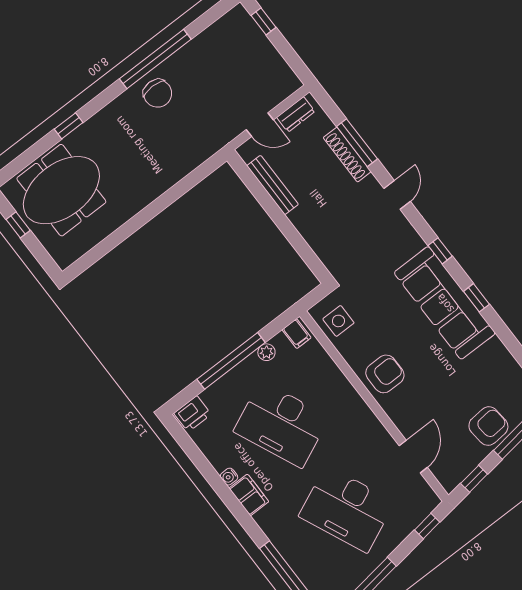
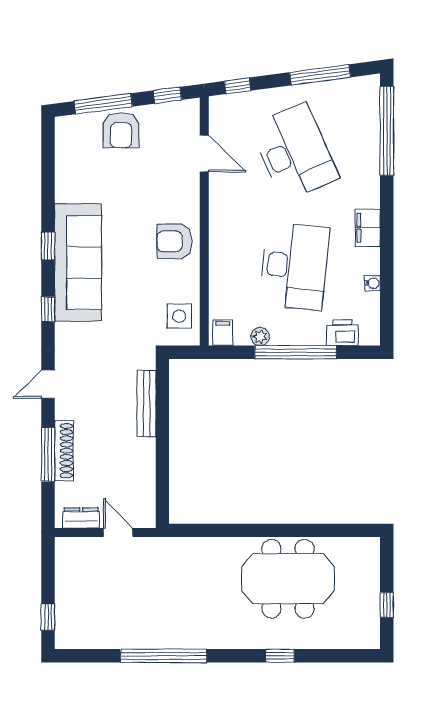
chair: (158, 93) -> (184, 625), removed
bench: (273, 185) -> (147, 403), moved
meeting table: (61, 190) -> (288, 579), moved
printer: (193, 414) -> (342, 333), moved
desk: (281, 424) -> (294, 266), turned 30
armchair: (488, 426) -> (121, 130), turned -85
door: (413, 457) -> (204, 153), swing flipped
water cooler: (229, 477) -> (372, 283), moved

